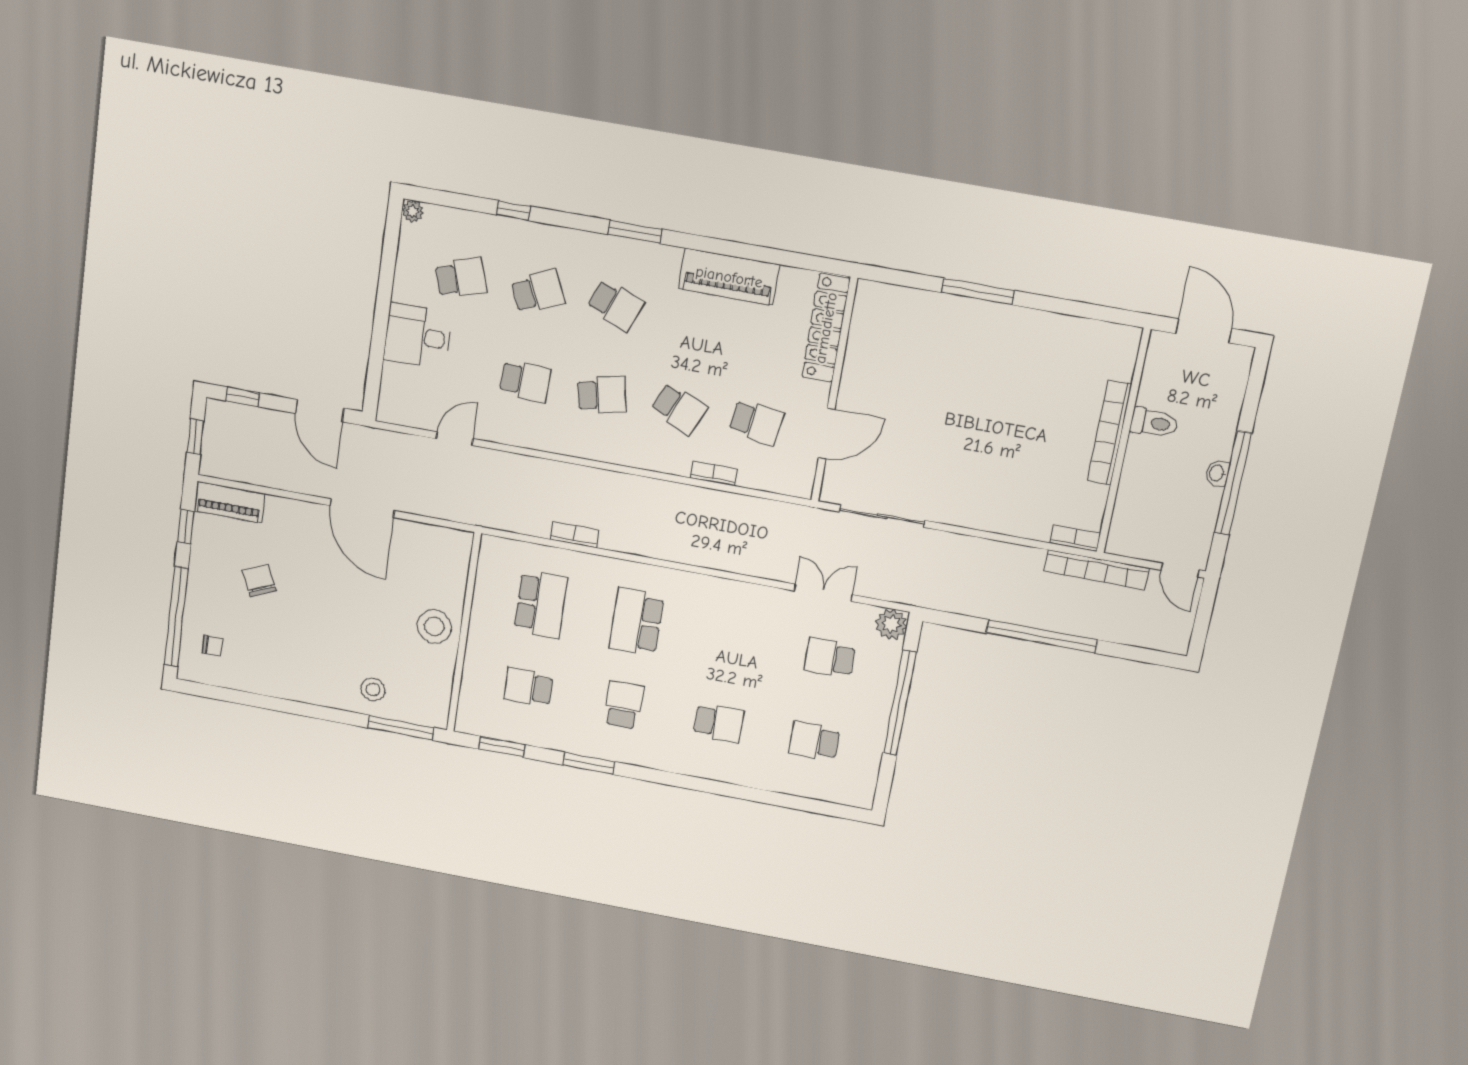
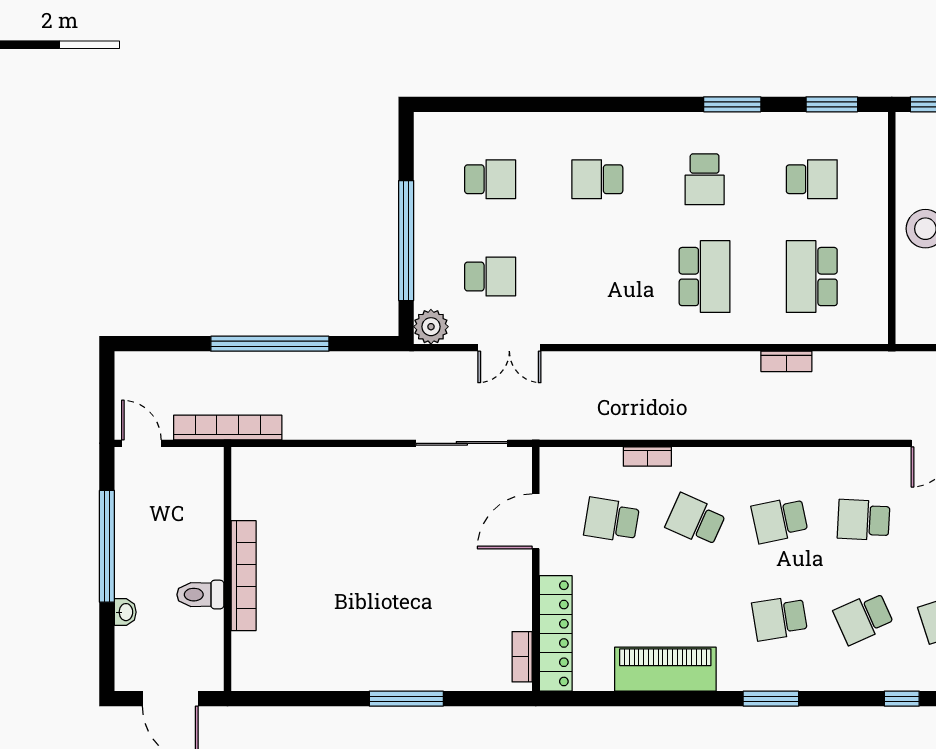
school desk: (615, 305) -> (780, 618), turned -30
washbasin: (1217, 473) -> (125, 612), moved
bookcase: (1075, 538) -> (522, 657), moved, turned 90

